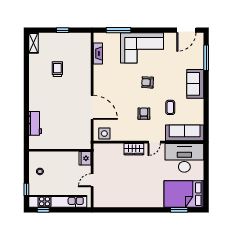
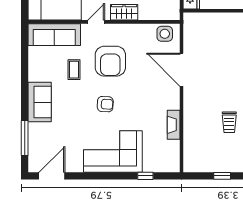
window: (118, 30) -> (145, 176), width x0.46
fireplace: (98, 53) -> (174, 125), moved
armchair: (144, 114) -> (110, 61), width x1.88, depth x1.88

